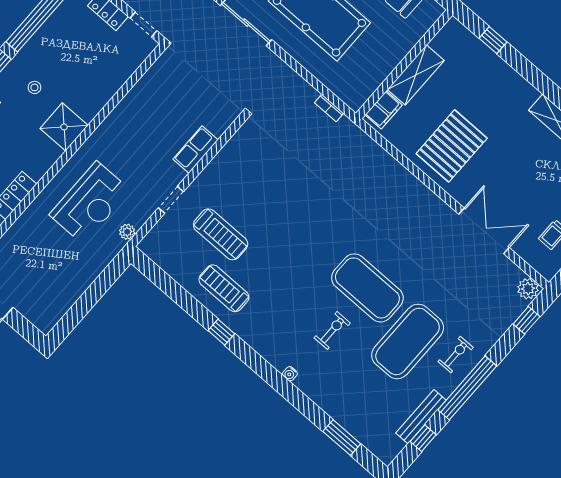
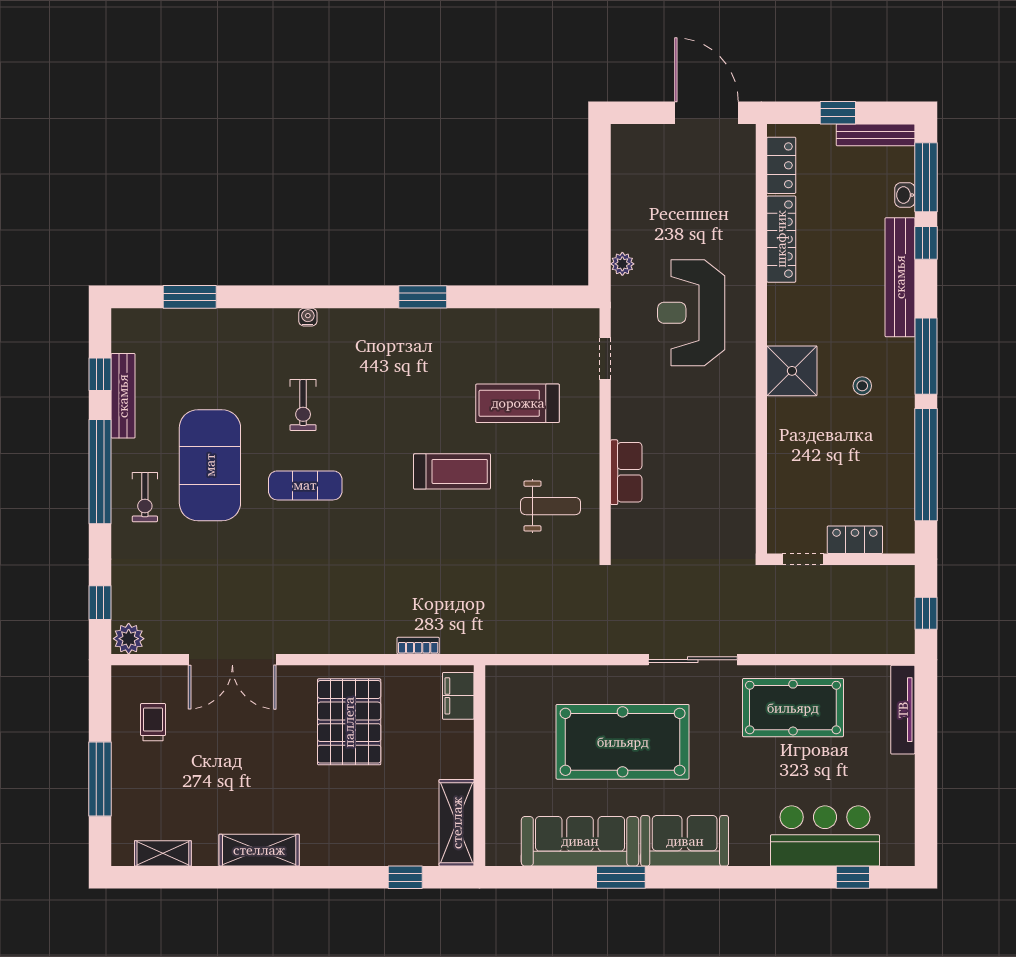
shelving: (416, 75) -> (457, 823), moved
bookcase: (329, 108) -> (418, 646), moved
weight bench: (250, 166) -> (550, 506), added
doorway: (171, 200) -> (605, 359), moved
plant: (127, 232) -> (622, 264), moved
treadmill: (224, 288) -> (452, 471), moved
exercise mat: (367, 288) -> (305, 485), width x0.50, depth x0.69
window: (221, 332) -> (423, 297), width x1.50

